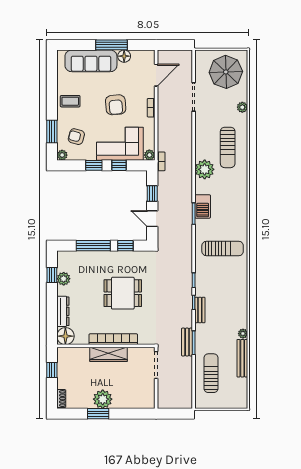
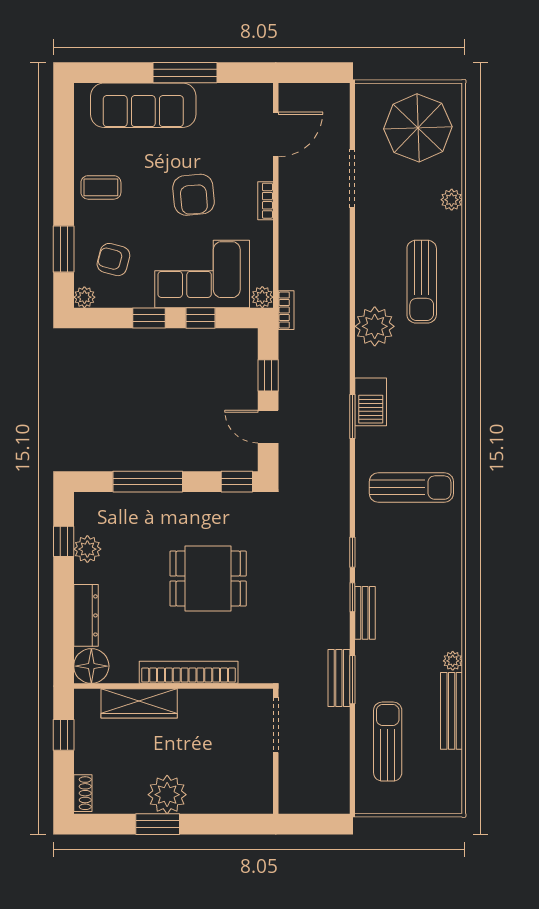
floor lamp: (124, 56) -> (211, 96), removed
window: (125, 246) -> (237, 482), moved
wardrobe: (109, 354) -> (139, 703), moved

